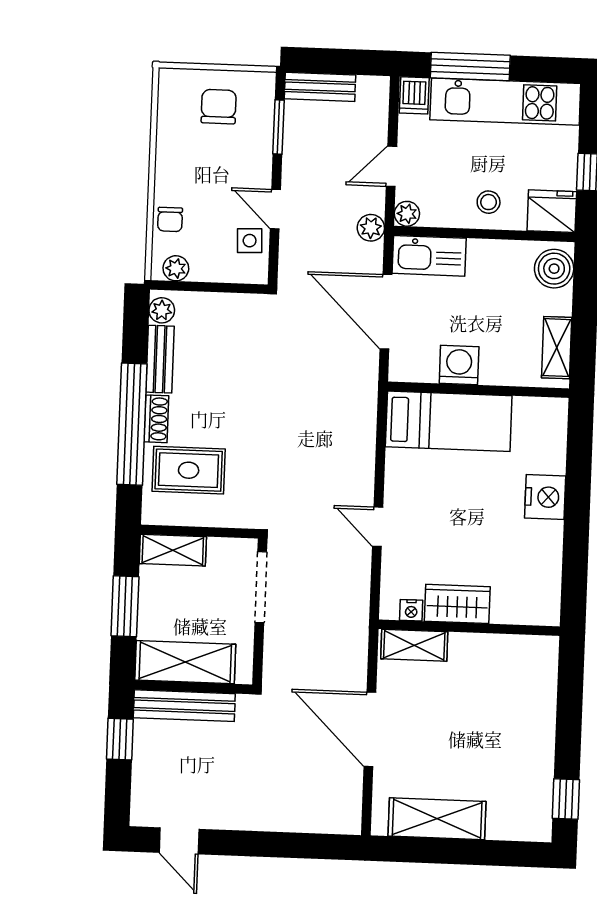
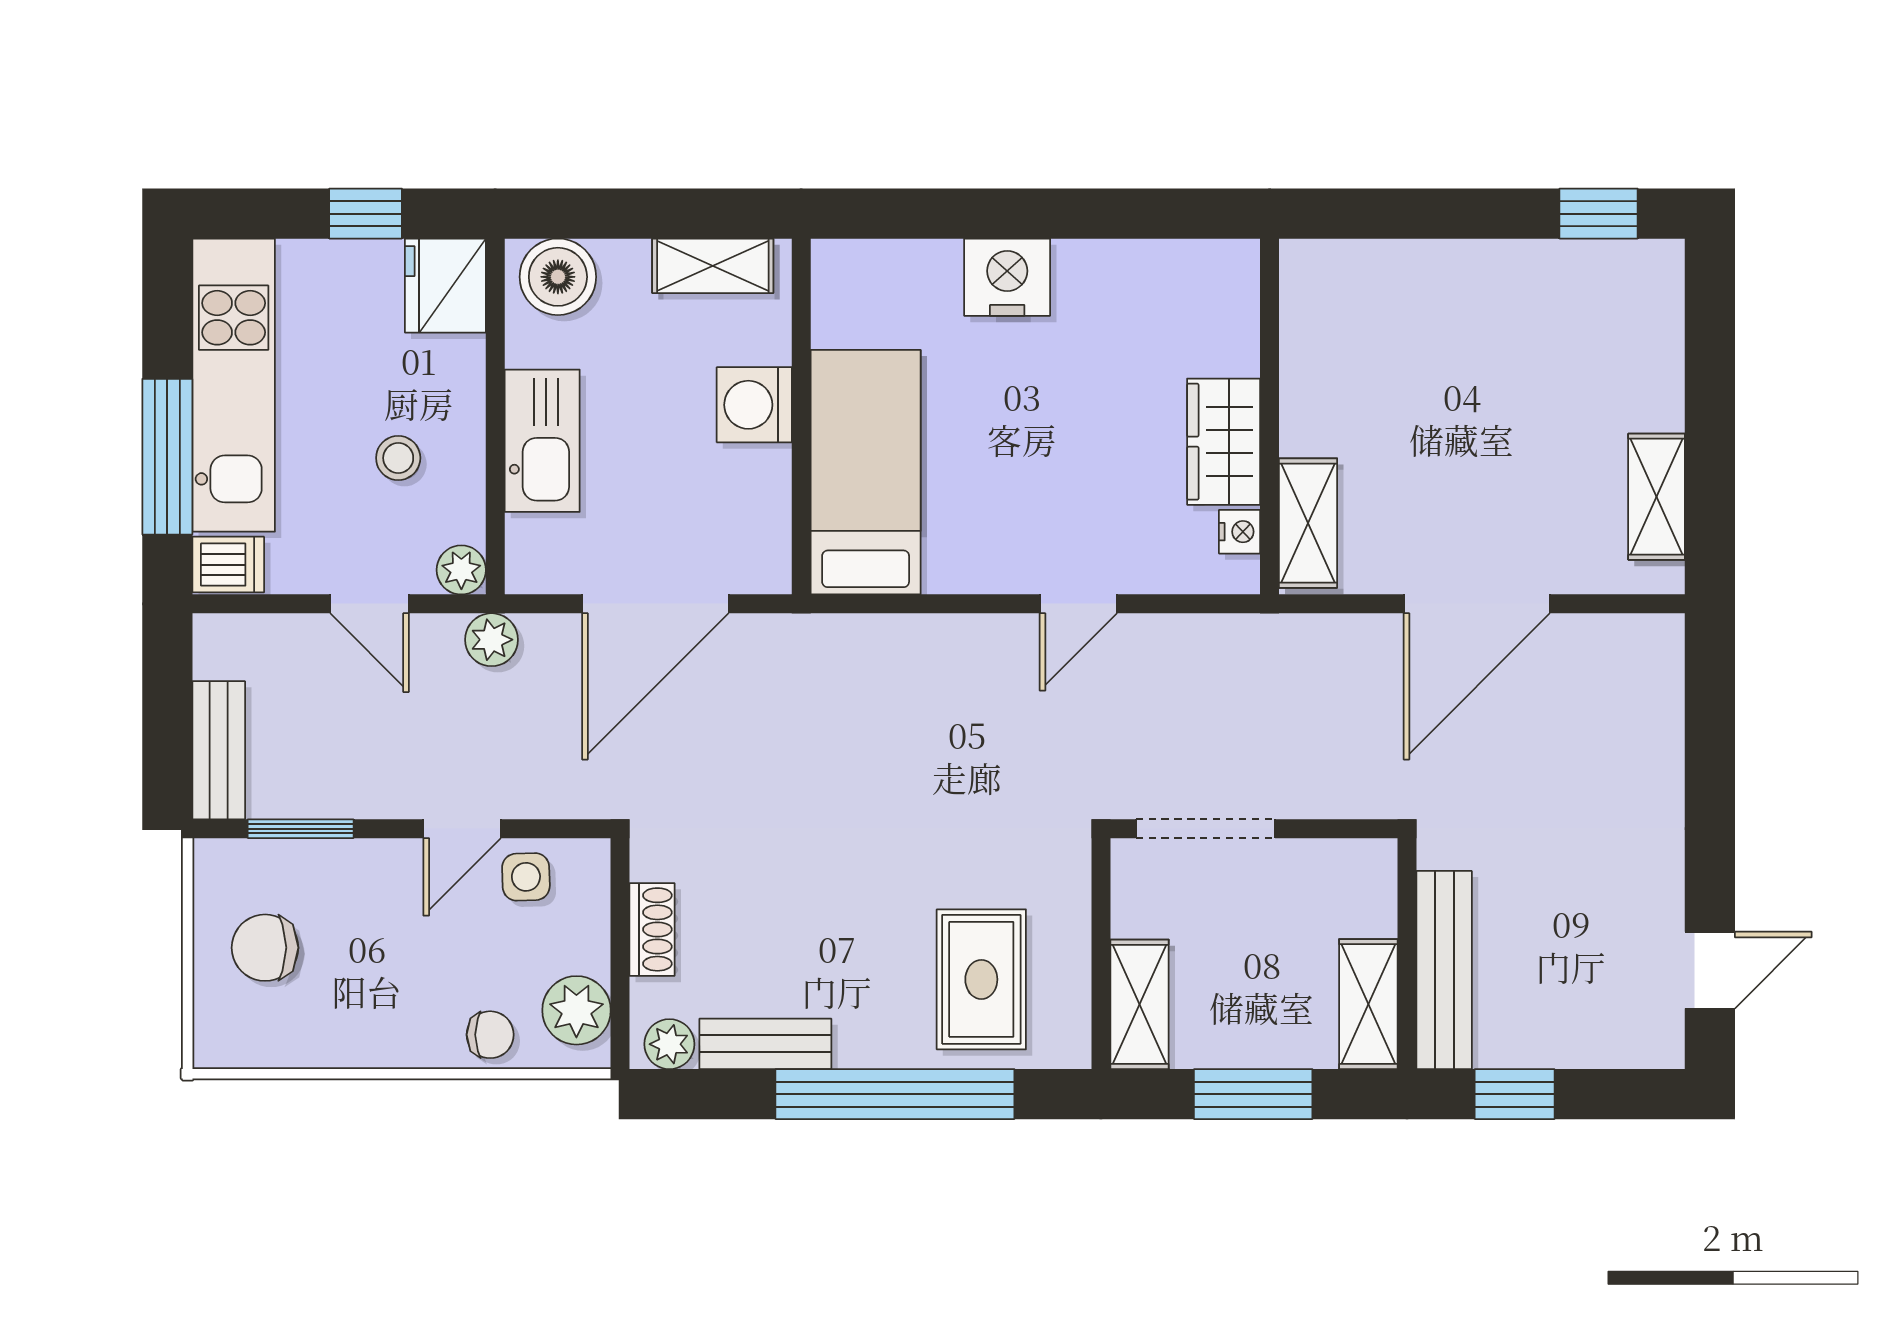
stool: (489, 202) -> (398, 458), moved
kitchen sink: (429, 256) -> (542, 441), moved
plant: (176, 268) -> (576, 1010), width x1.38, depth x1.38
washing machine: (459, 365) -> (754, 405), moved
shoe rack: (156, 419) -> (652, 929), moved, turned 90
shelving: (185, 662) -> (1368, 1004), width x0.67, depth x0.75
shelving: (437, 819) -> (1657, 497), width x0.67, depth x0.75

